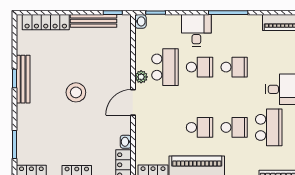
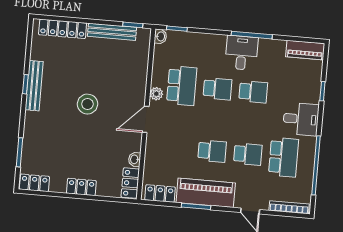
desk: (196, 31) -> (241, 53), moved

